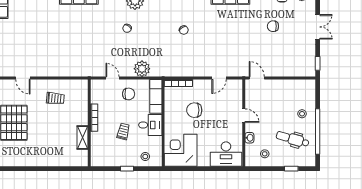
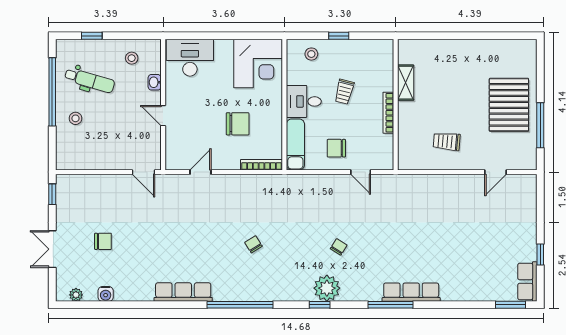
chair: (273, 26) -> (103, 241), moved
plant: (142, 69) -> (316, 186), removed
door: (23, 78) -> (495, 172), swing flipped

